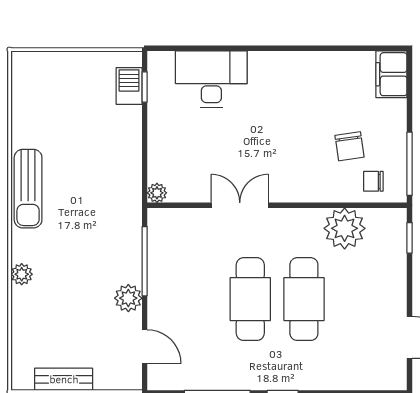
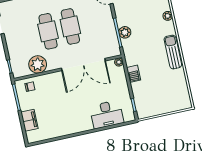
filing cabinet: (391, 74) -> (29, 120), moved
barbecue: (129, 86) -> (134, 74), moved
chair: (349, 146) -> (43, 99), removed
double door: (240, 205) -> (83, 64), width x1.87
plant: (128, 298) -> (125, 32), moved

